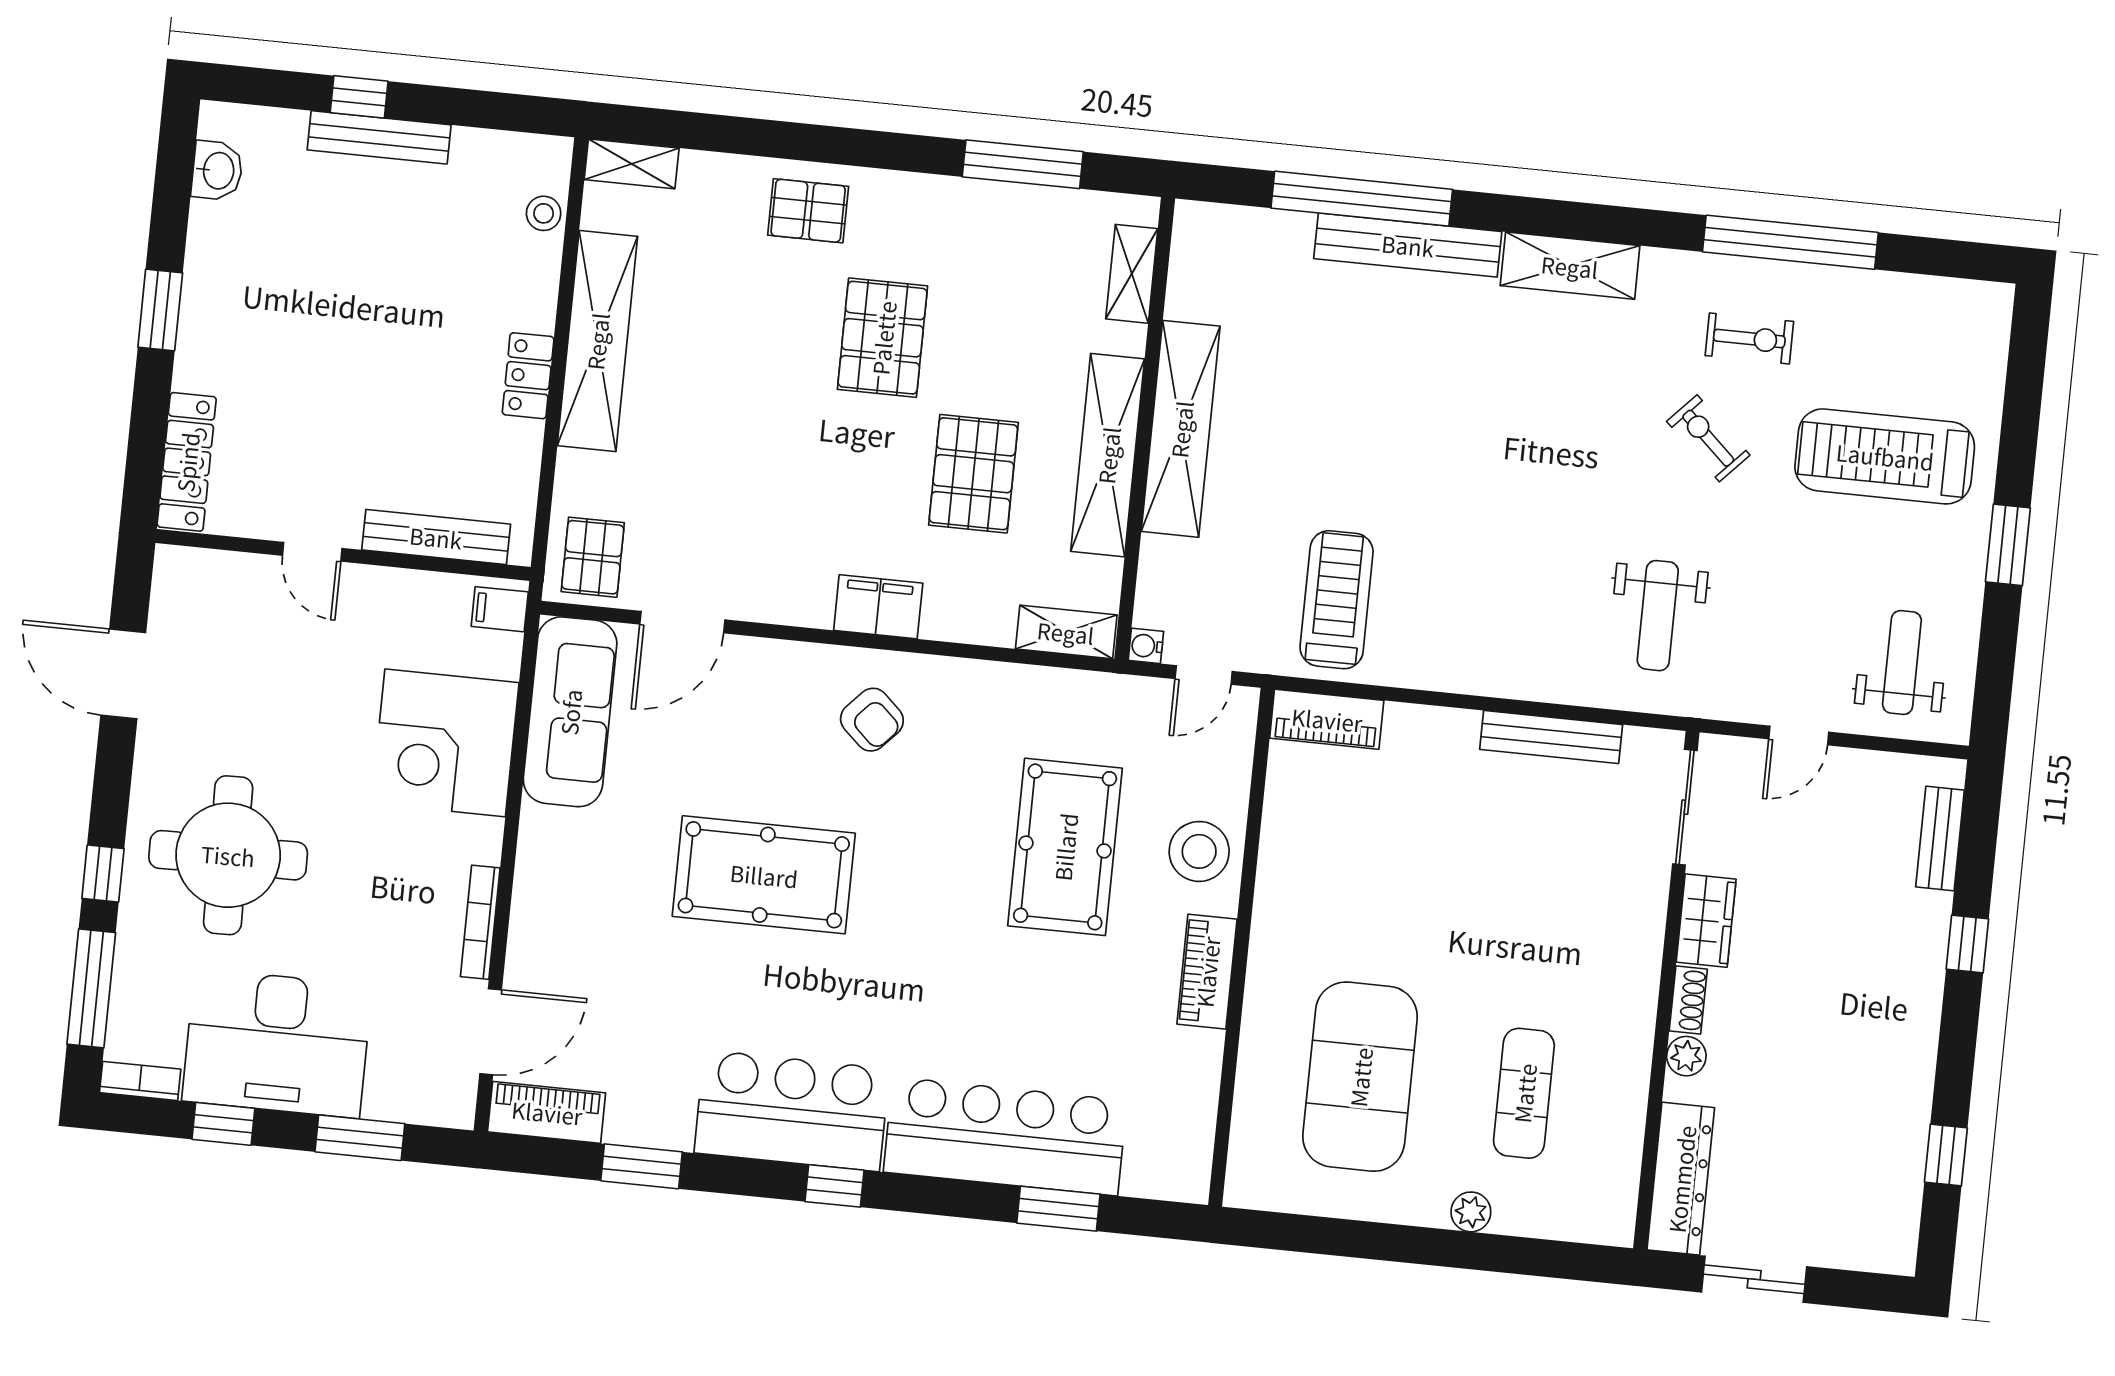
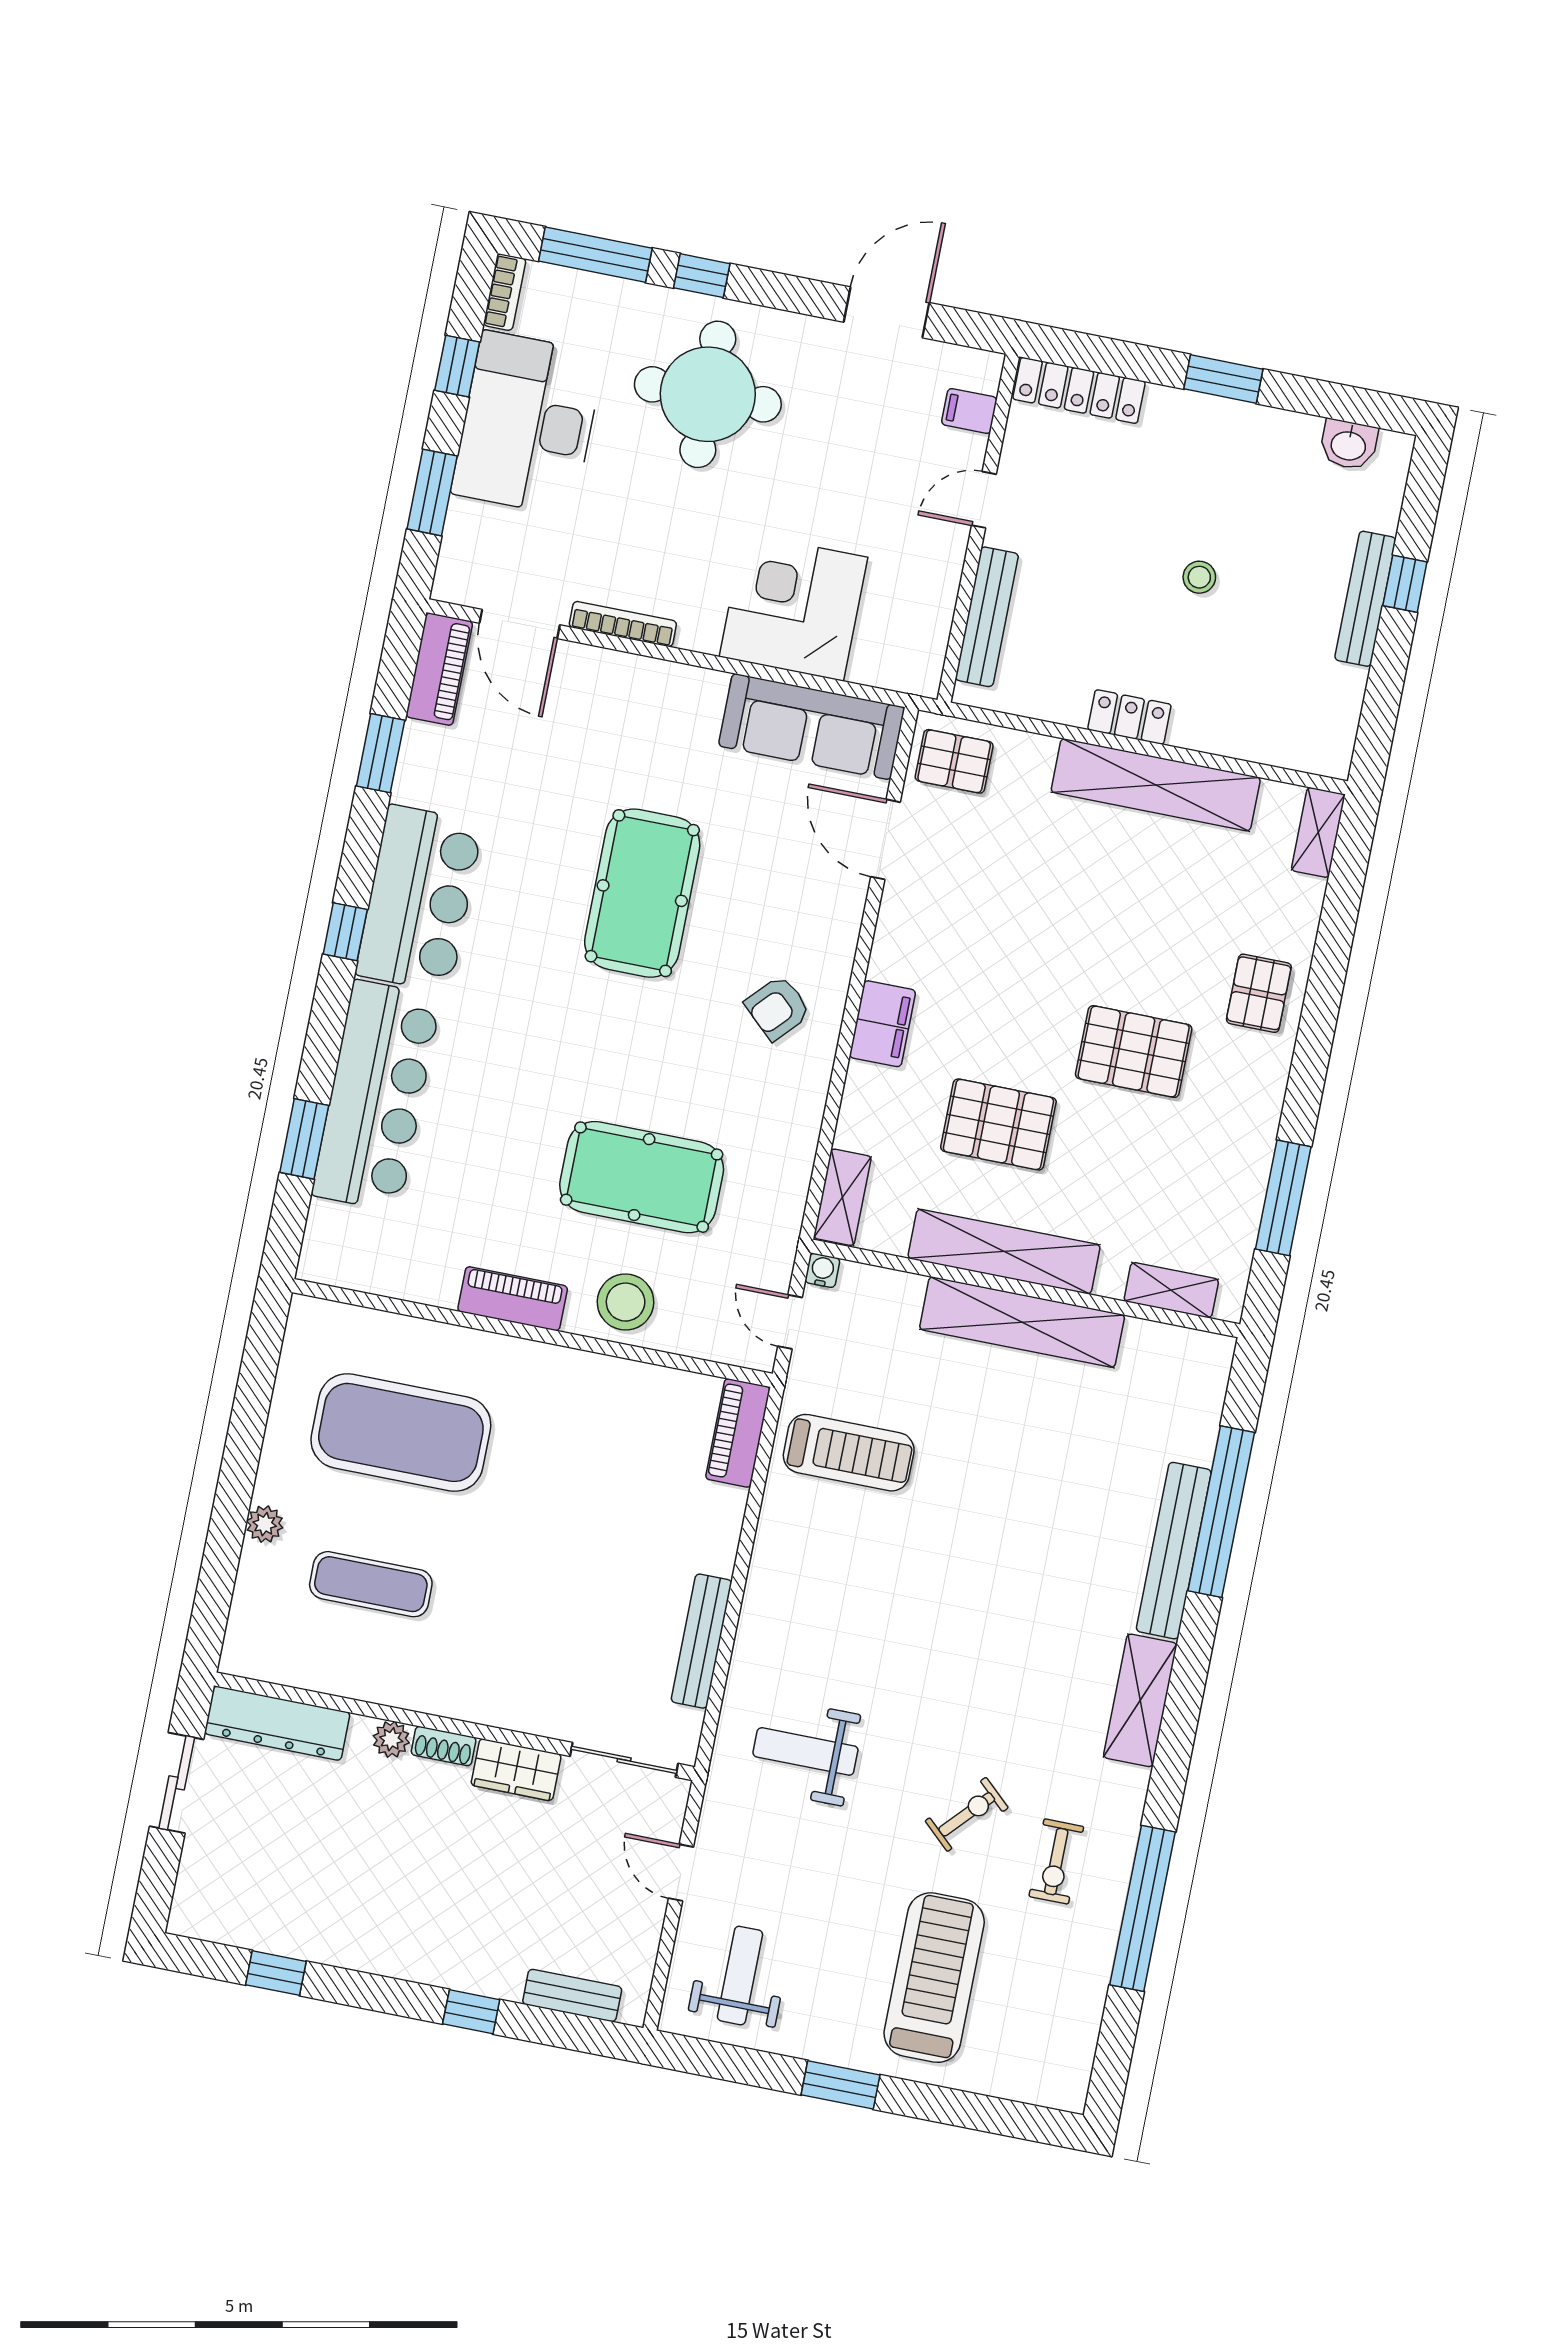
stool: (544, 213) -> (1199, 577), moved
filing cabinet: (500, 609) -> (969, 411), moved, turned -90
weight bench: (1902, 663) -> (740, 1976), turned -90

